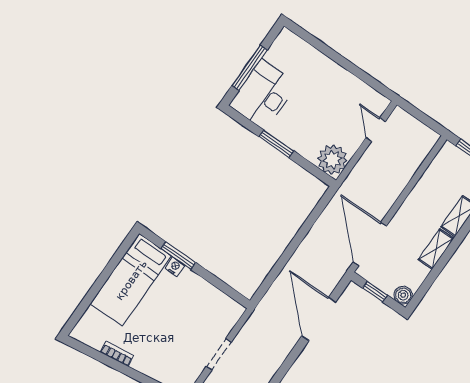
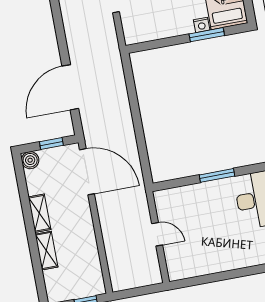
door: (376, 130) -> (157, 234), moved
plant: (332, 160) -> (169, 203), removed
door: (319, 319) -> (70, 87), swing flipped

